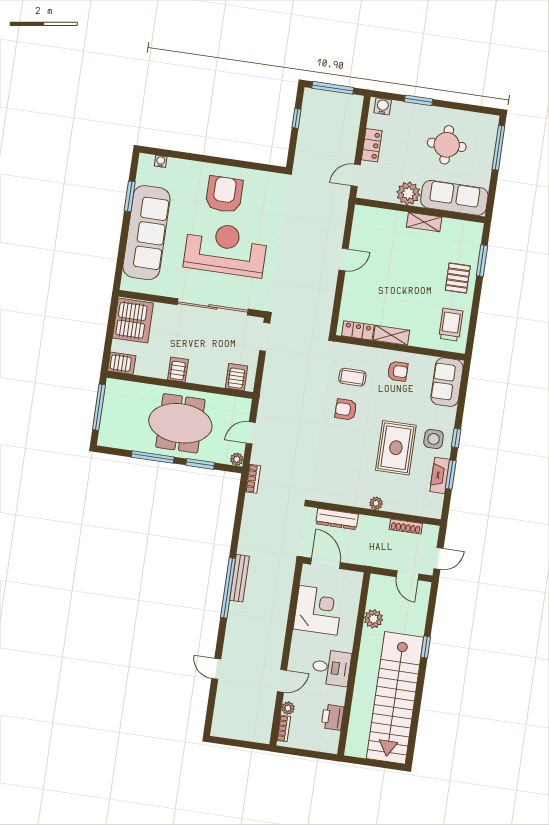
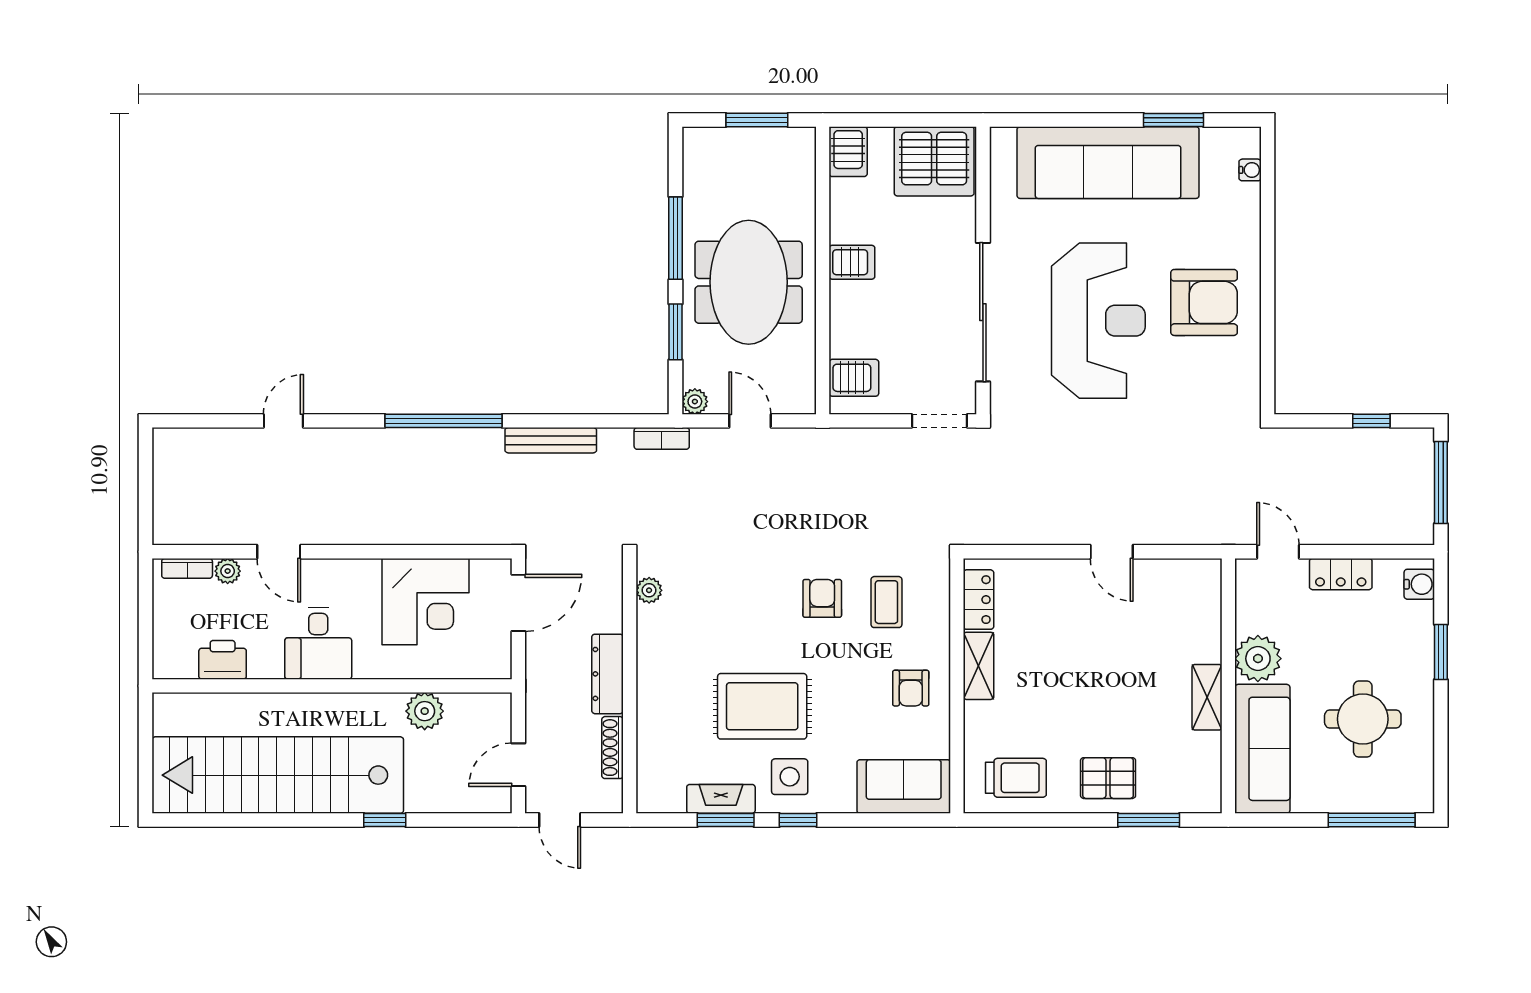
window: (99, 407) -> (757, 120), width x0.69
plant: (376, 503) -> (649, 590), moved
dresser: (337, 519) -> (608, 674), moved
bench: (239, 578) -> (551, 440), moved

